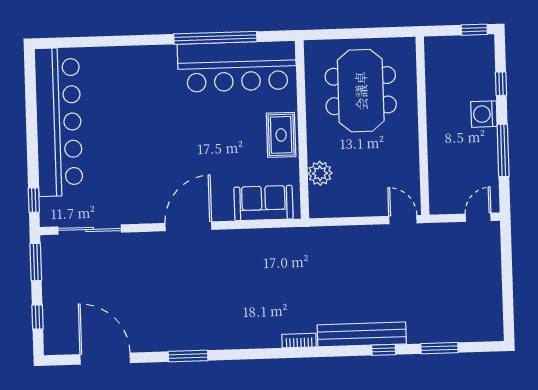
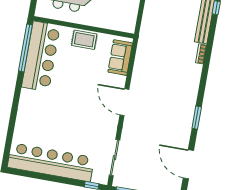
window: (215, 38) -> (25, 48), moved
plant: (320, 173) -> (110, 23), removed
door: (105, 359) -> (188, 164), hinge flipped

